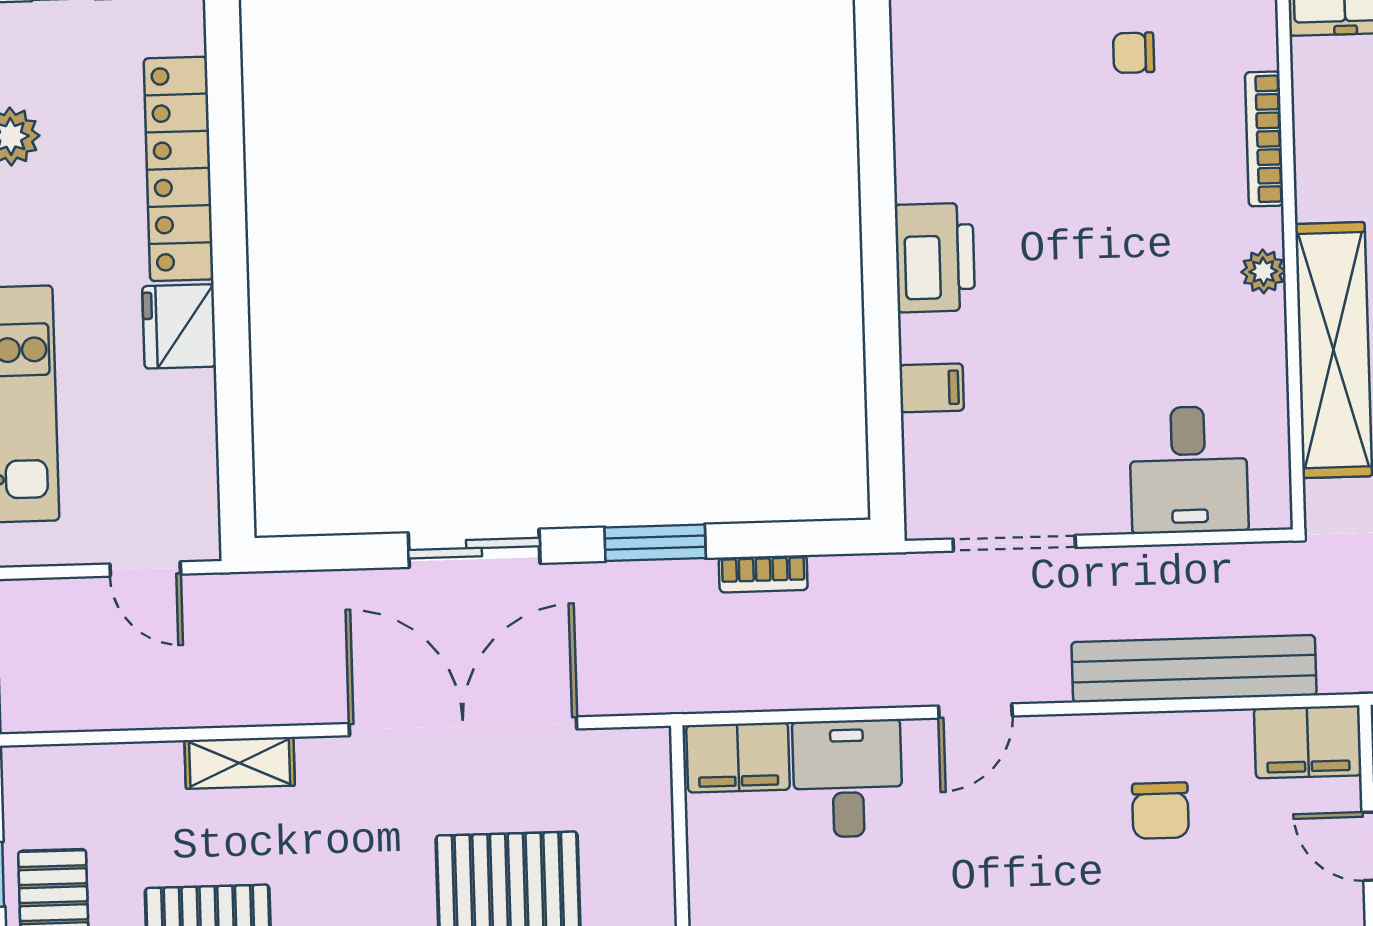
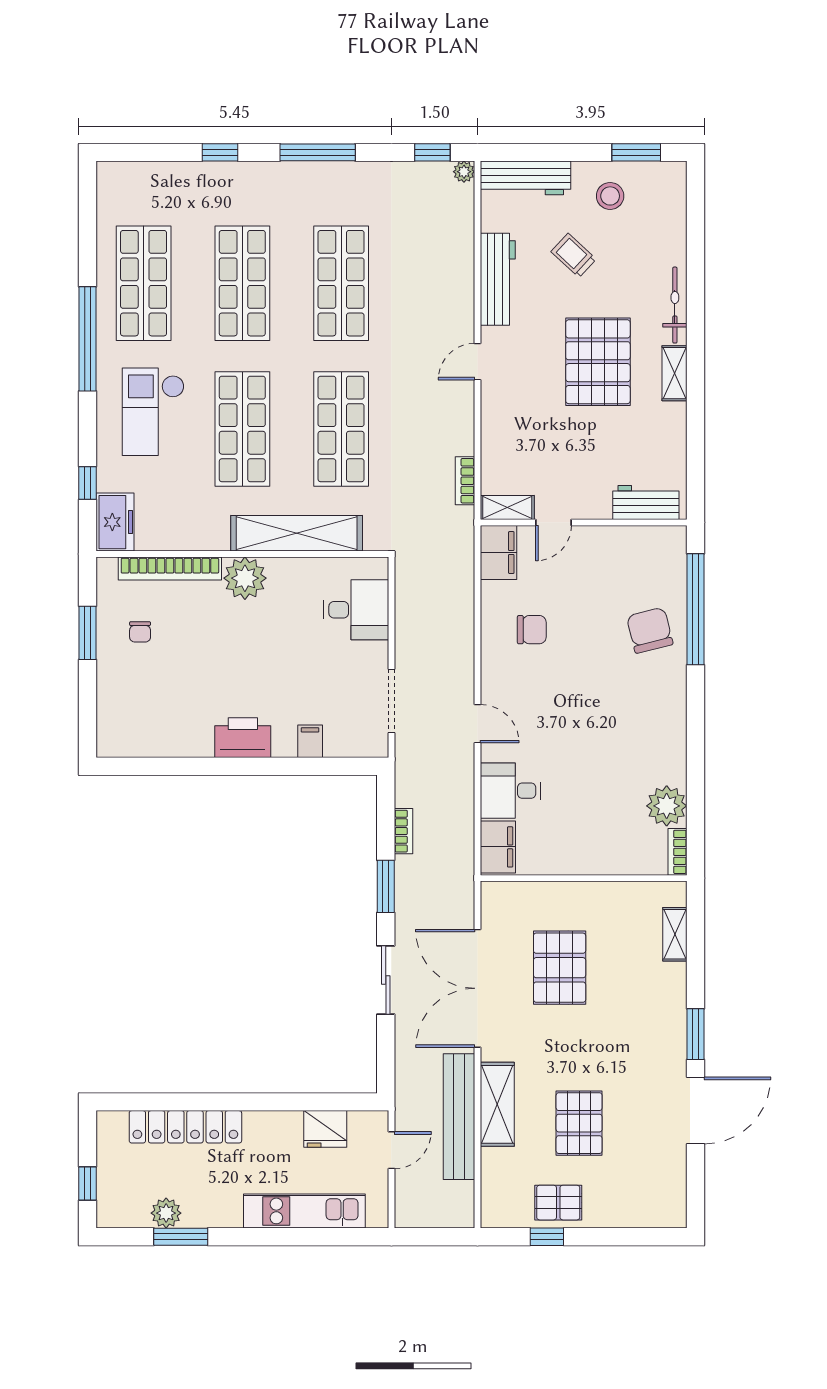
bookcase: (1264, 139) -> (170, 569), width x1.48, depth x1.31
plant: (1263, 271) -> (245, 578), width x1.88, depth x1.88
fridge: (179, 326) -> (325, 1129), moved
bench: (1194, 669) -> (459, 1117), moved
shelving: (240, 763) -> (497, 1104), width x1.50, depth x1.33

